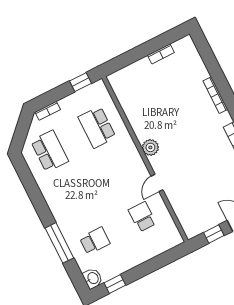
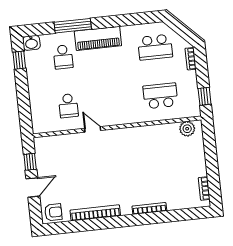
bookcase: (161, 54) -> (204, 188), moved
plant: (150, 147) -> (187, 129), moved
piano: (63, 212) -> (98, 38), added
school desk: (142, 217) -> (68, 106), turned 90

